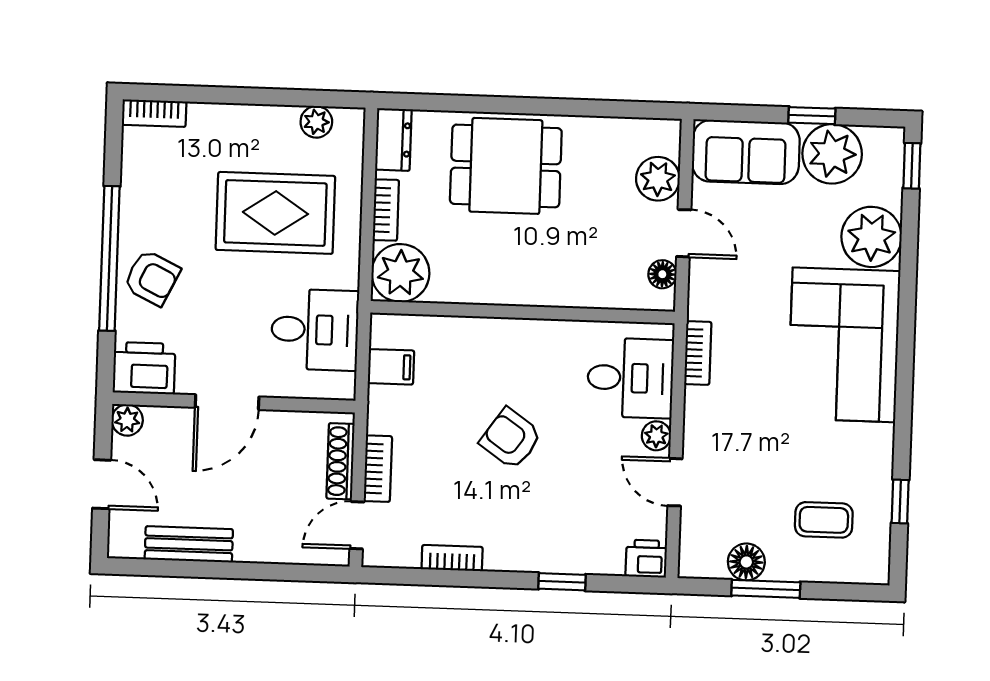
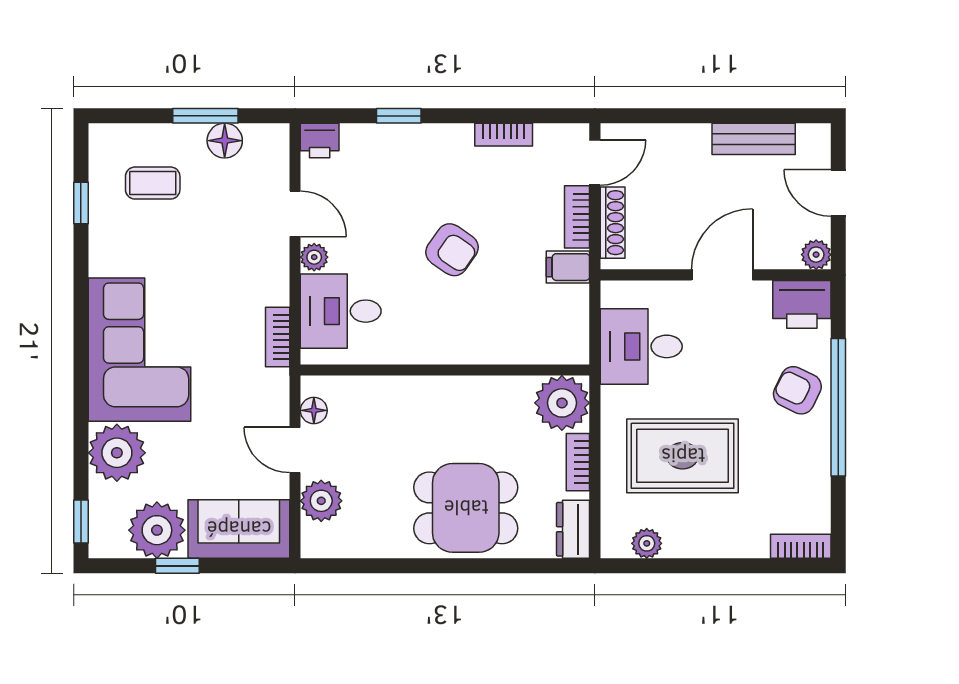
filing cabinet: (391, 367) -> (568, 267), moved

